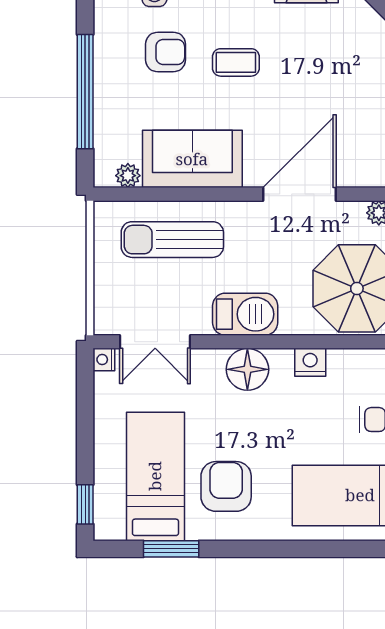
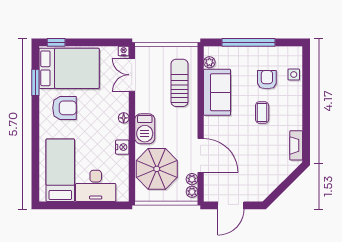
armchair: (166, 52) -> (267, 80), turned 180
door: (299, 194) -> (201, 155), moved
barbecue: (245, 314) -> (145, 129), moved
floor lamp: (247, 369) -> (124, 118), width x0.53, depth x0.53
bed: (155, 476) -> (69, 68), width x1.50

